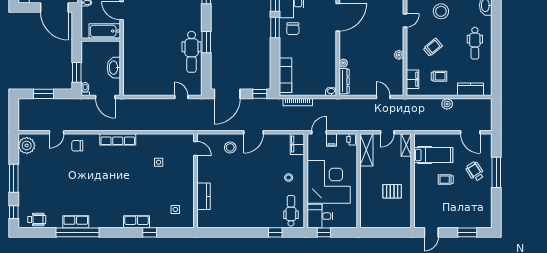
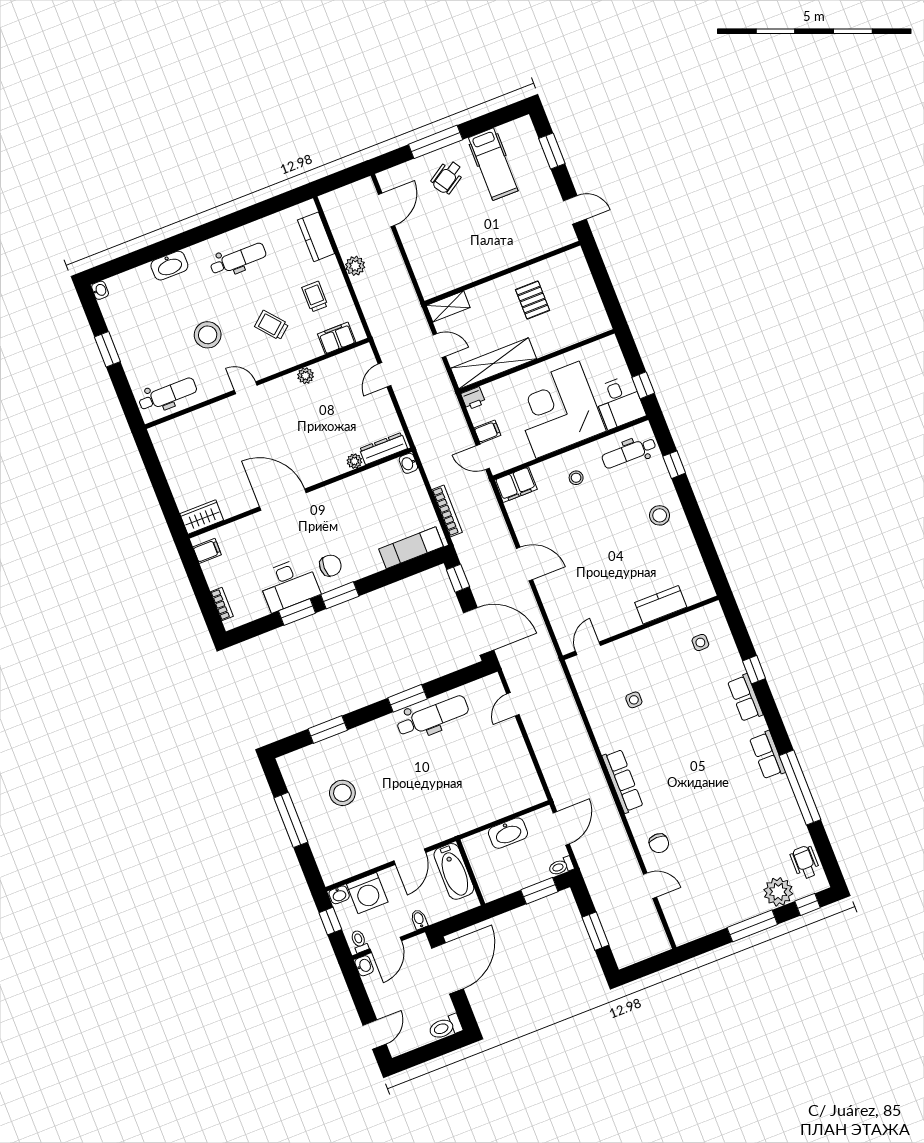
plant: (27, 145) -> (778, 892), moved
stool: (230, 147) -> (660, 515), moved
shelving: (366, 150) -> (494, 363), width x1.47
hospital bed: (433, 155) -> (493, 164), moved, turned 180
trolley: (446, 180) -> (479, 220), removed
row of seats: (76, 222) -> (767, 755), moved

